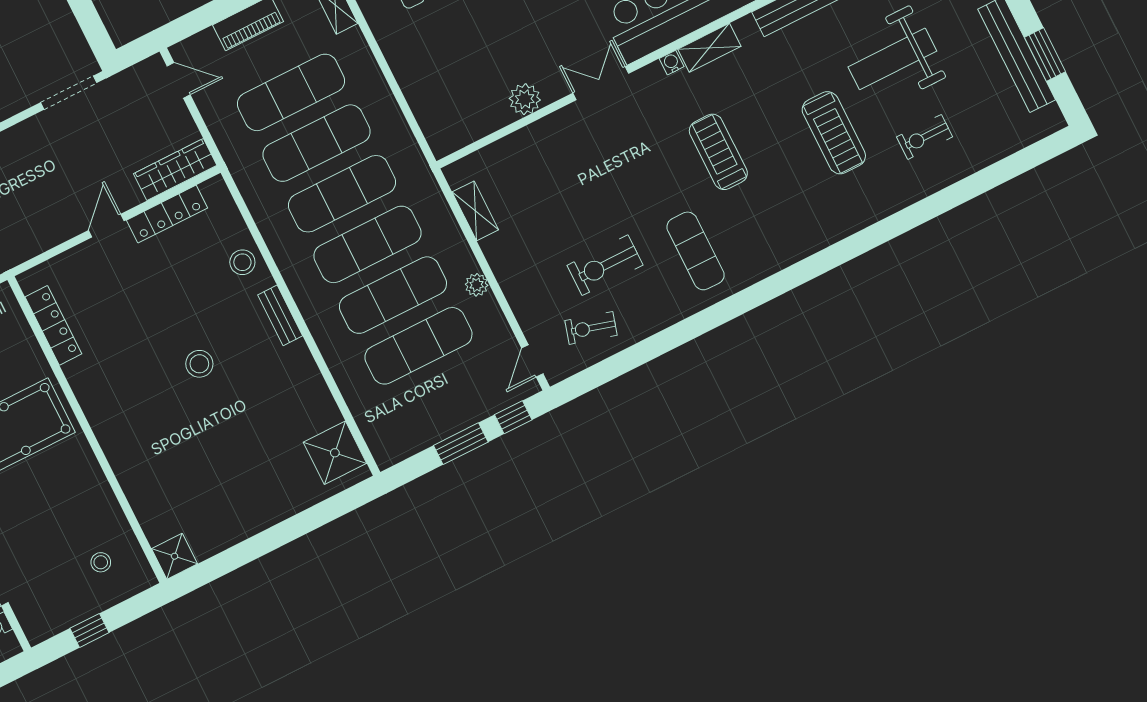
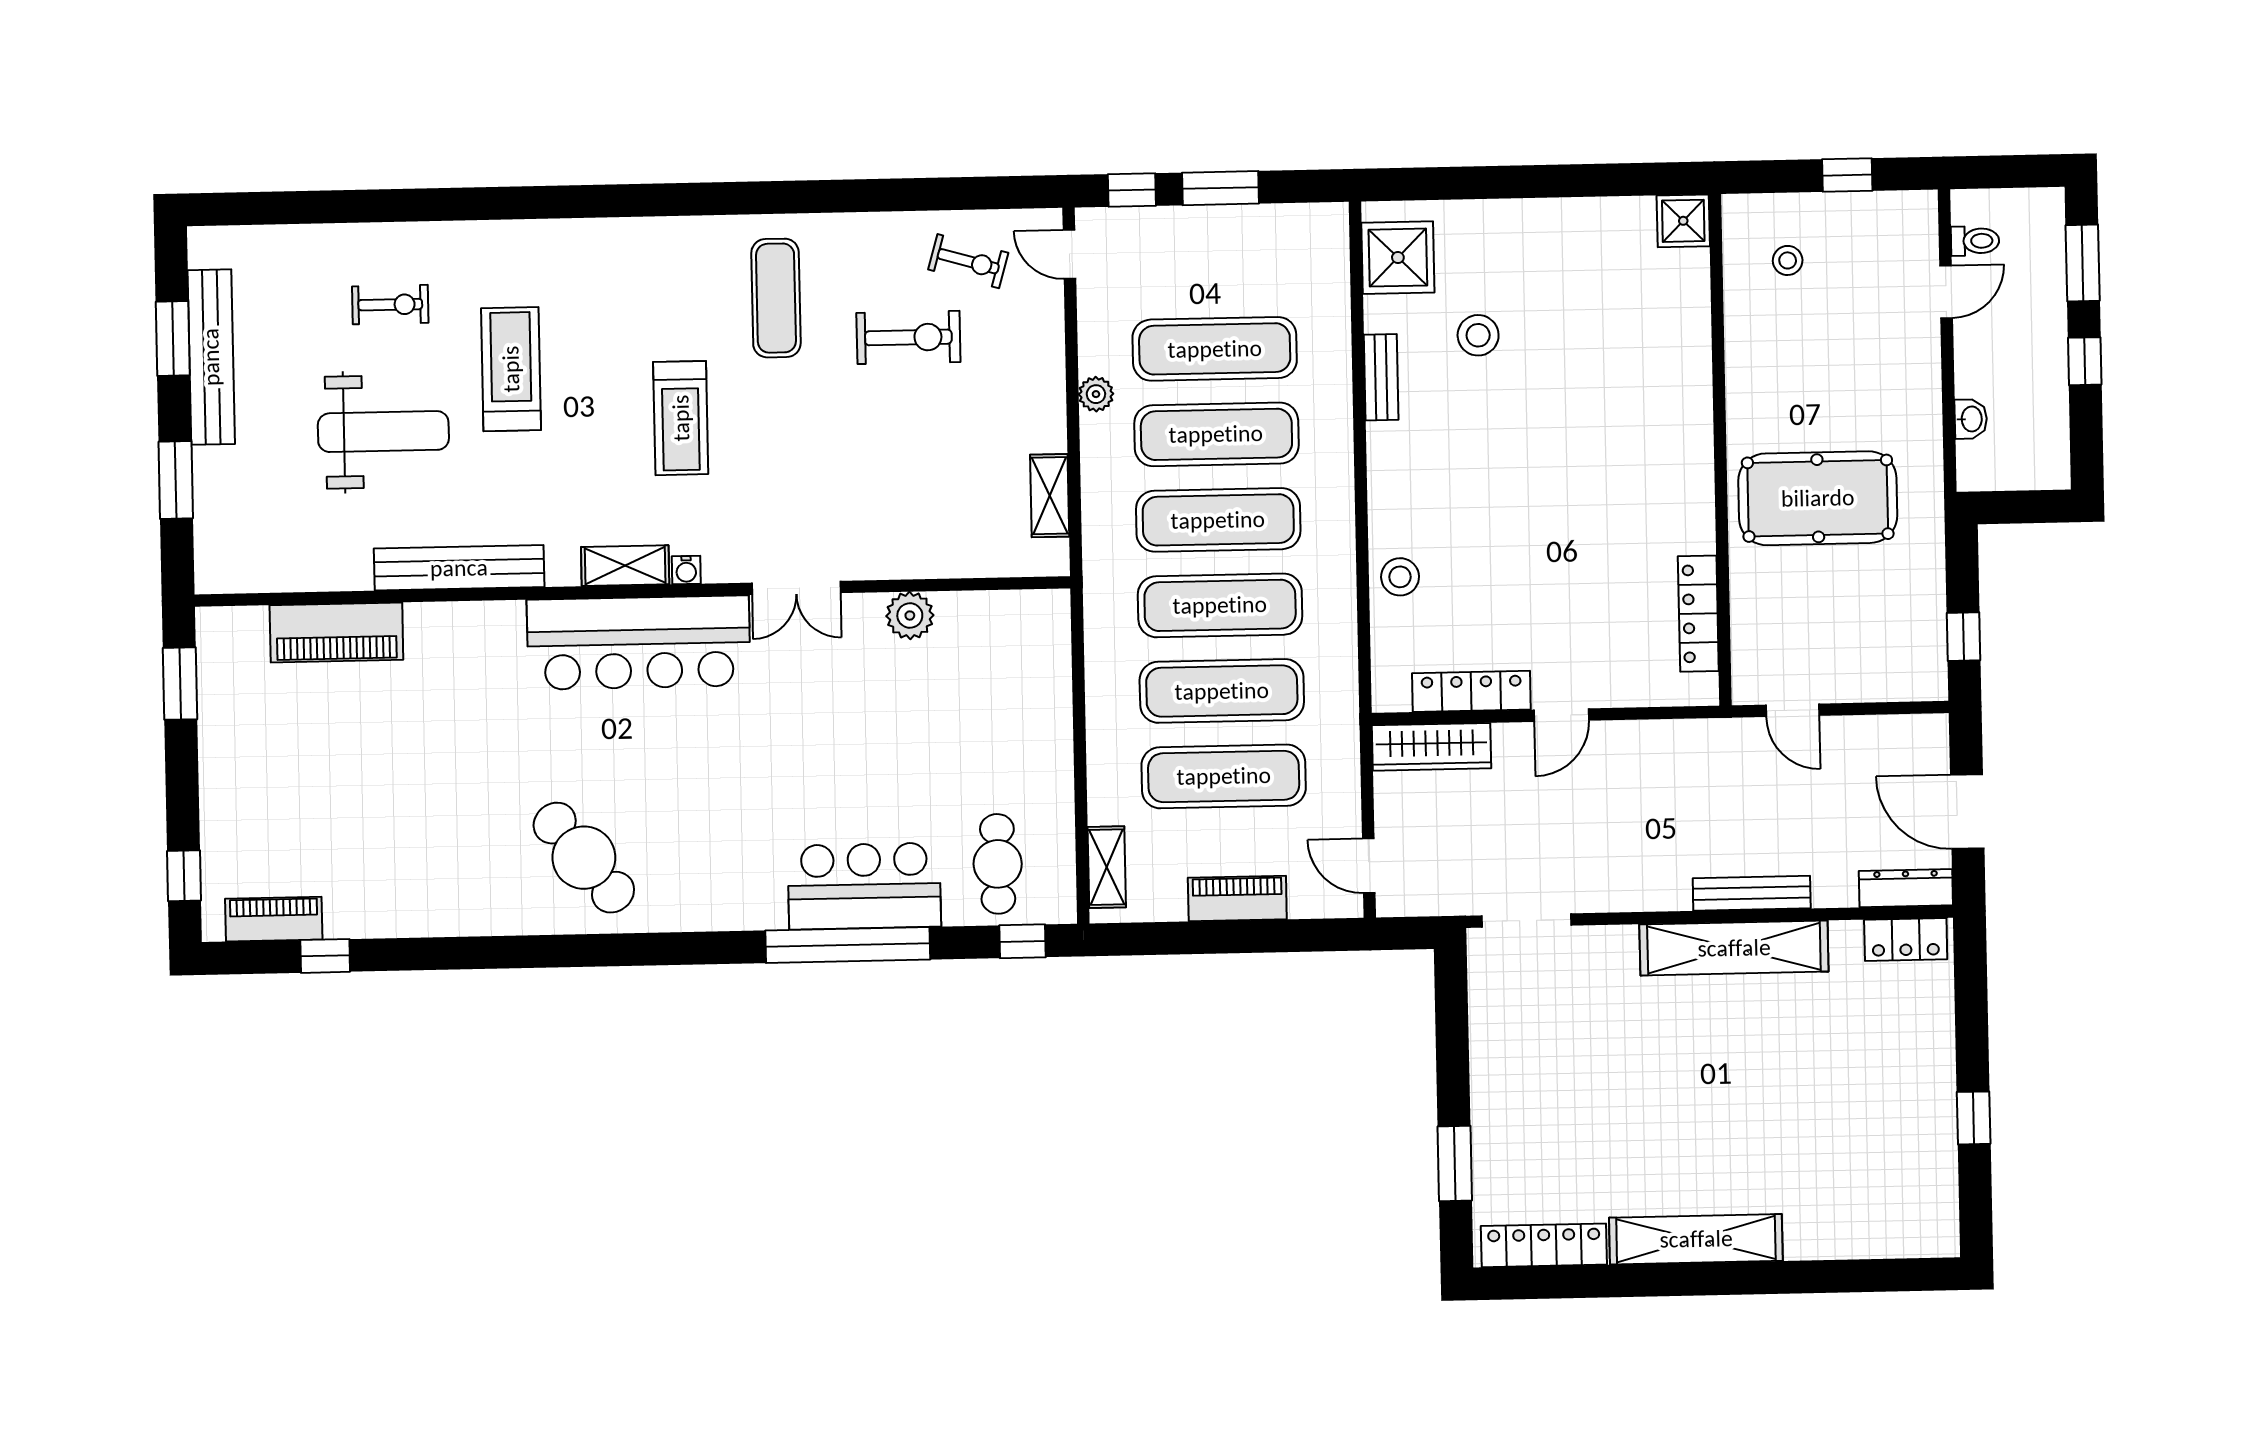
bench: (280, 315) -> (1381, 377), moved
door: (532, 361) -> (1069, 254), swing flipped
stool: (199, 364) -> (1478, 335), moved

